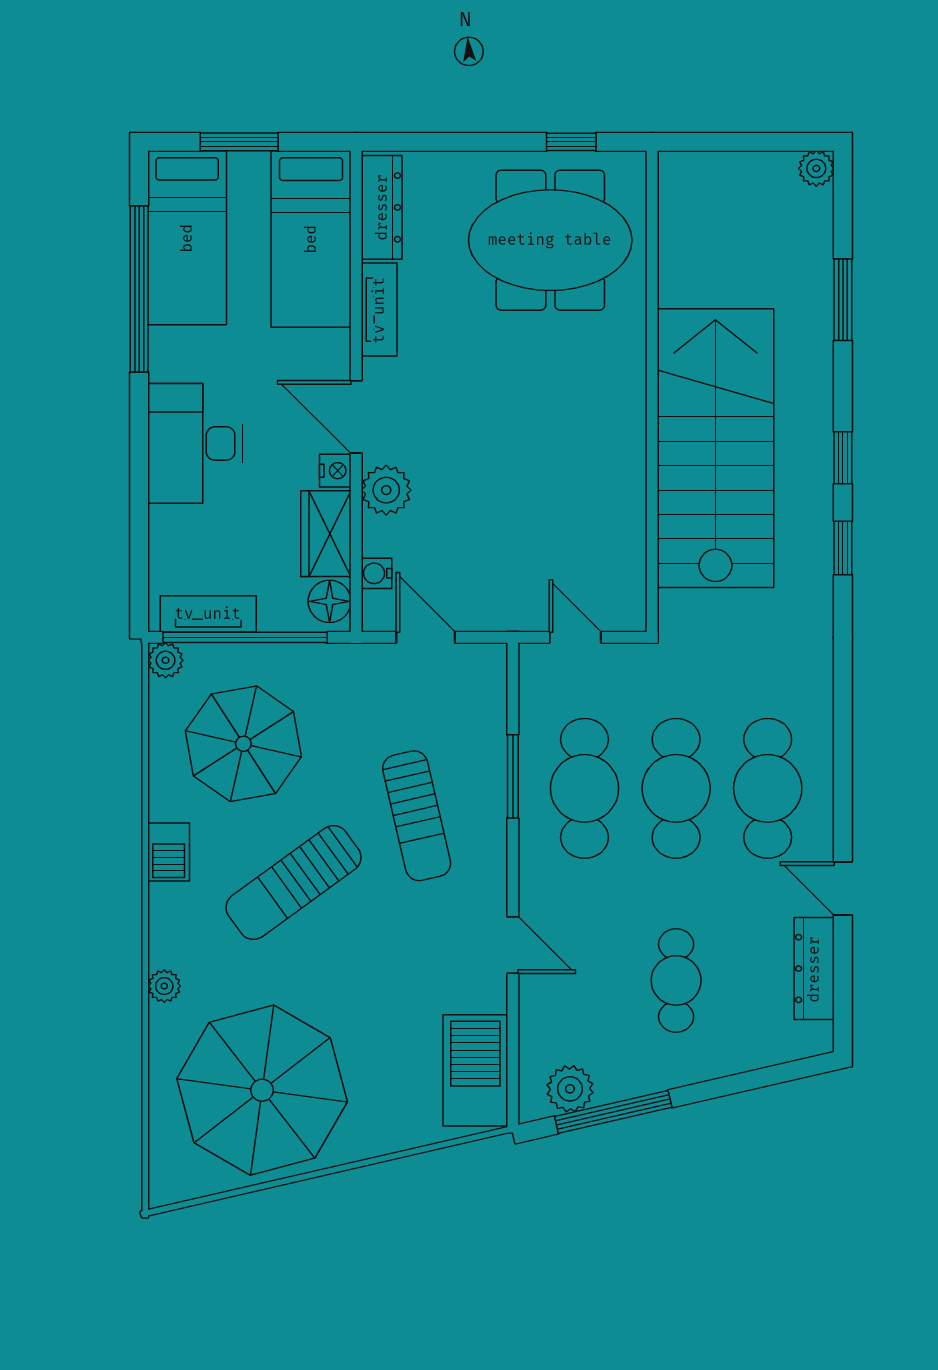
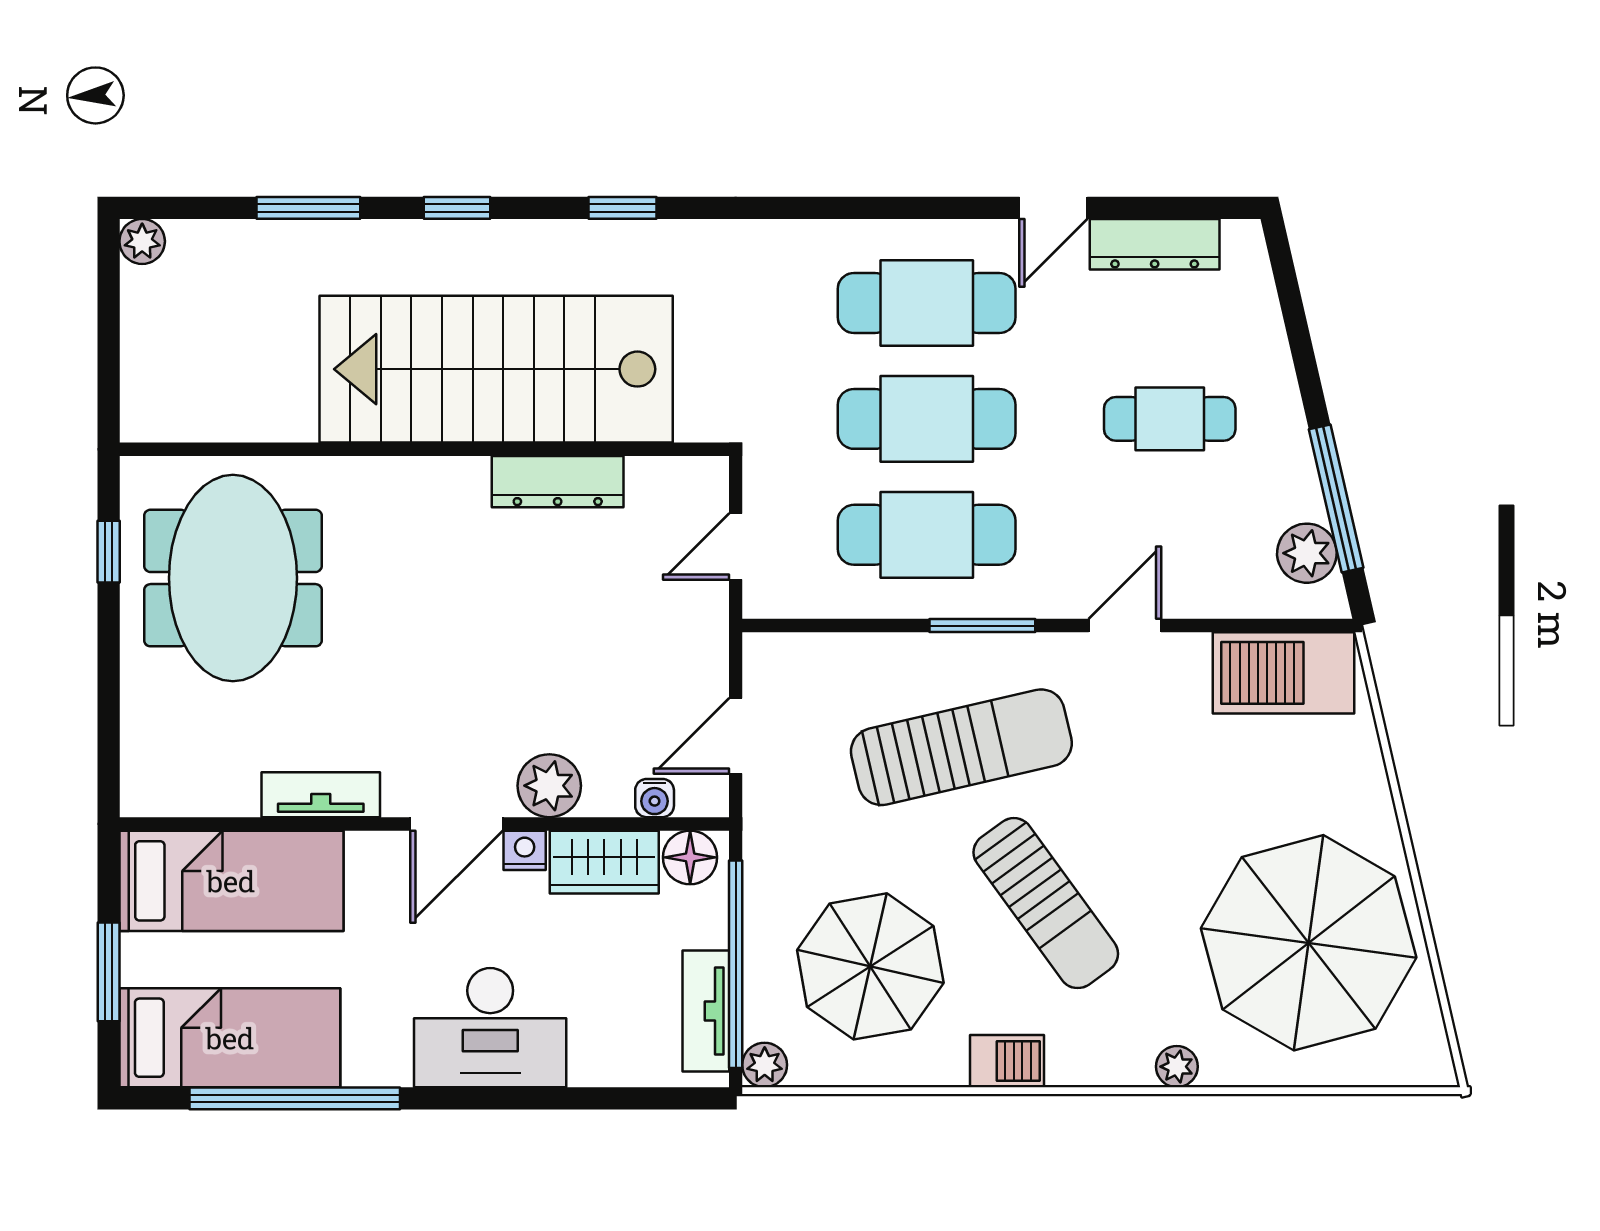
dresser: (382, 207) -> (558, 482), moved, turned 180
window: (843, 458) -> (457, 208), moved
window: (513, 776) -> (982, 626), moved
sun lounger: (417, 816) -> (961, 747), width x1.36, depth x1.34

